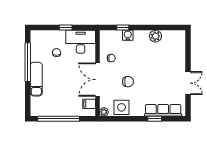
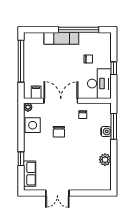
window: (123, 28) -> (114, 126), width x2.17
row of seats: (163, 110) -> (30, 174), width x0.68

